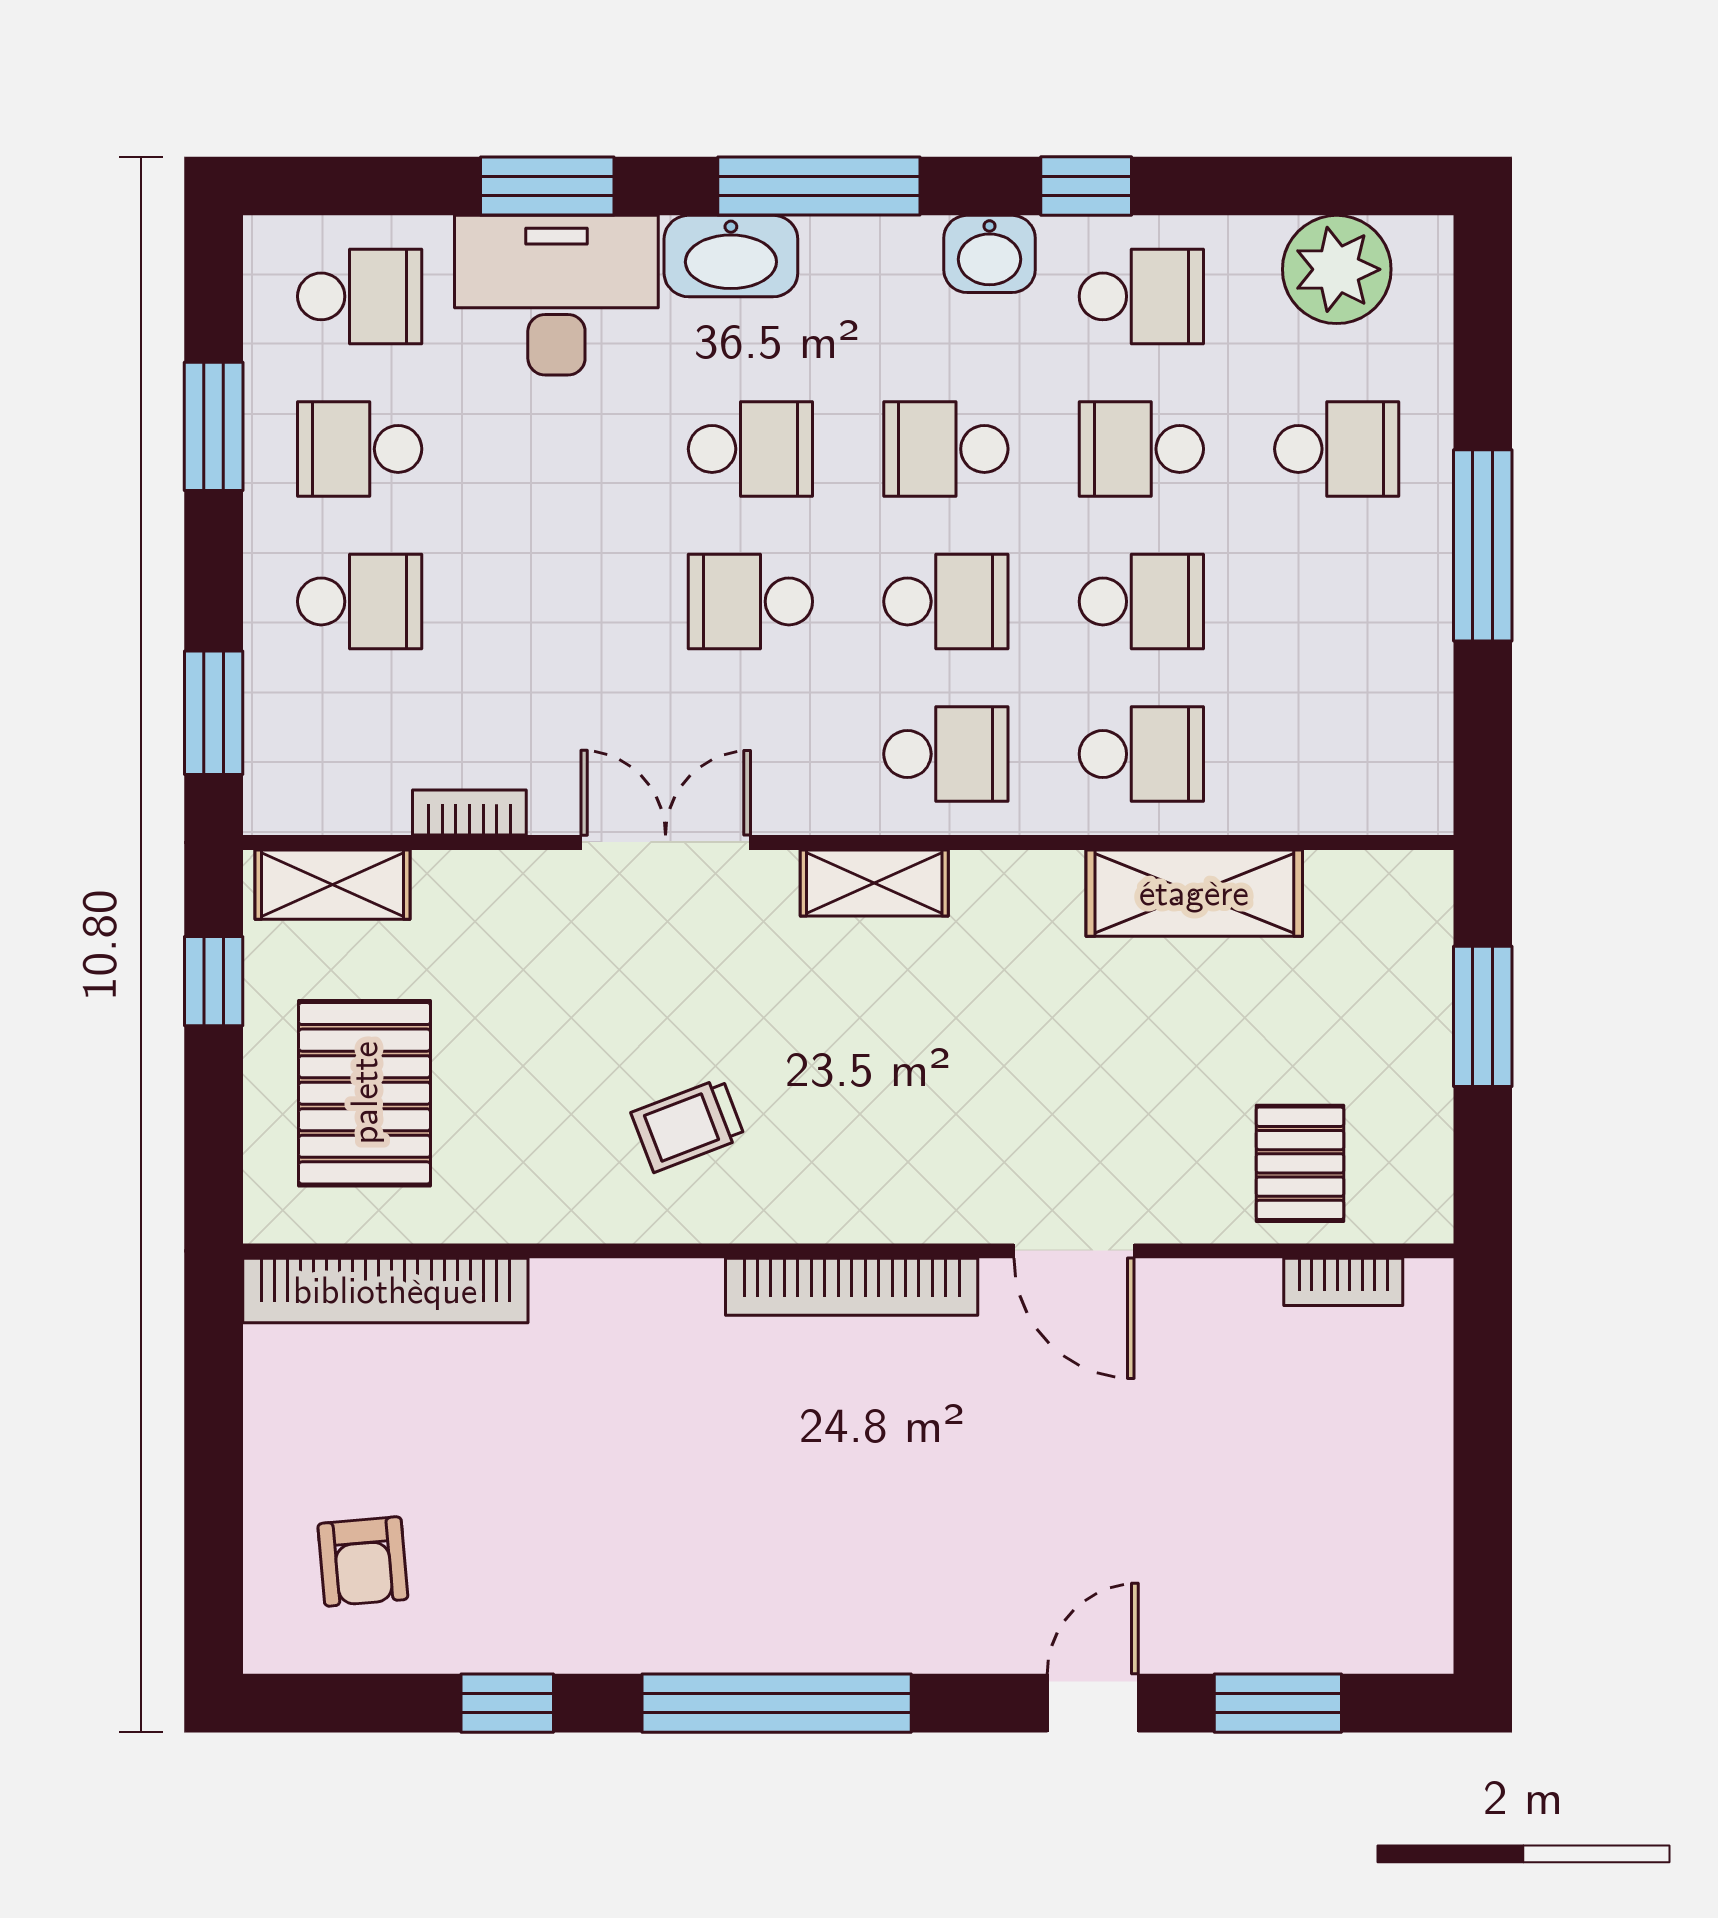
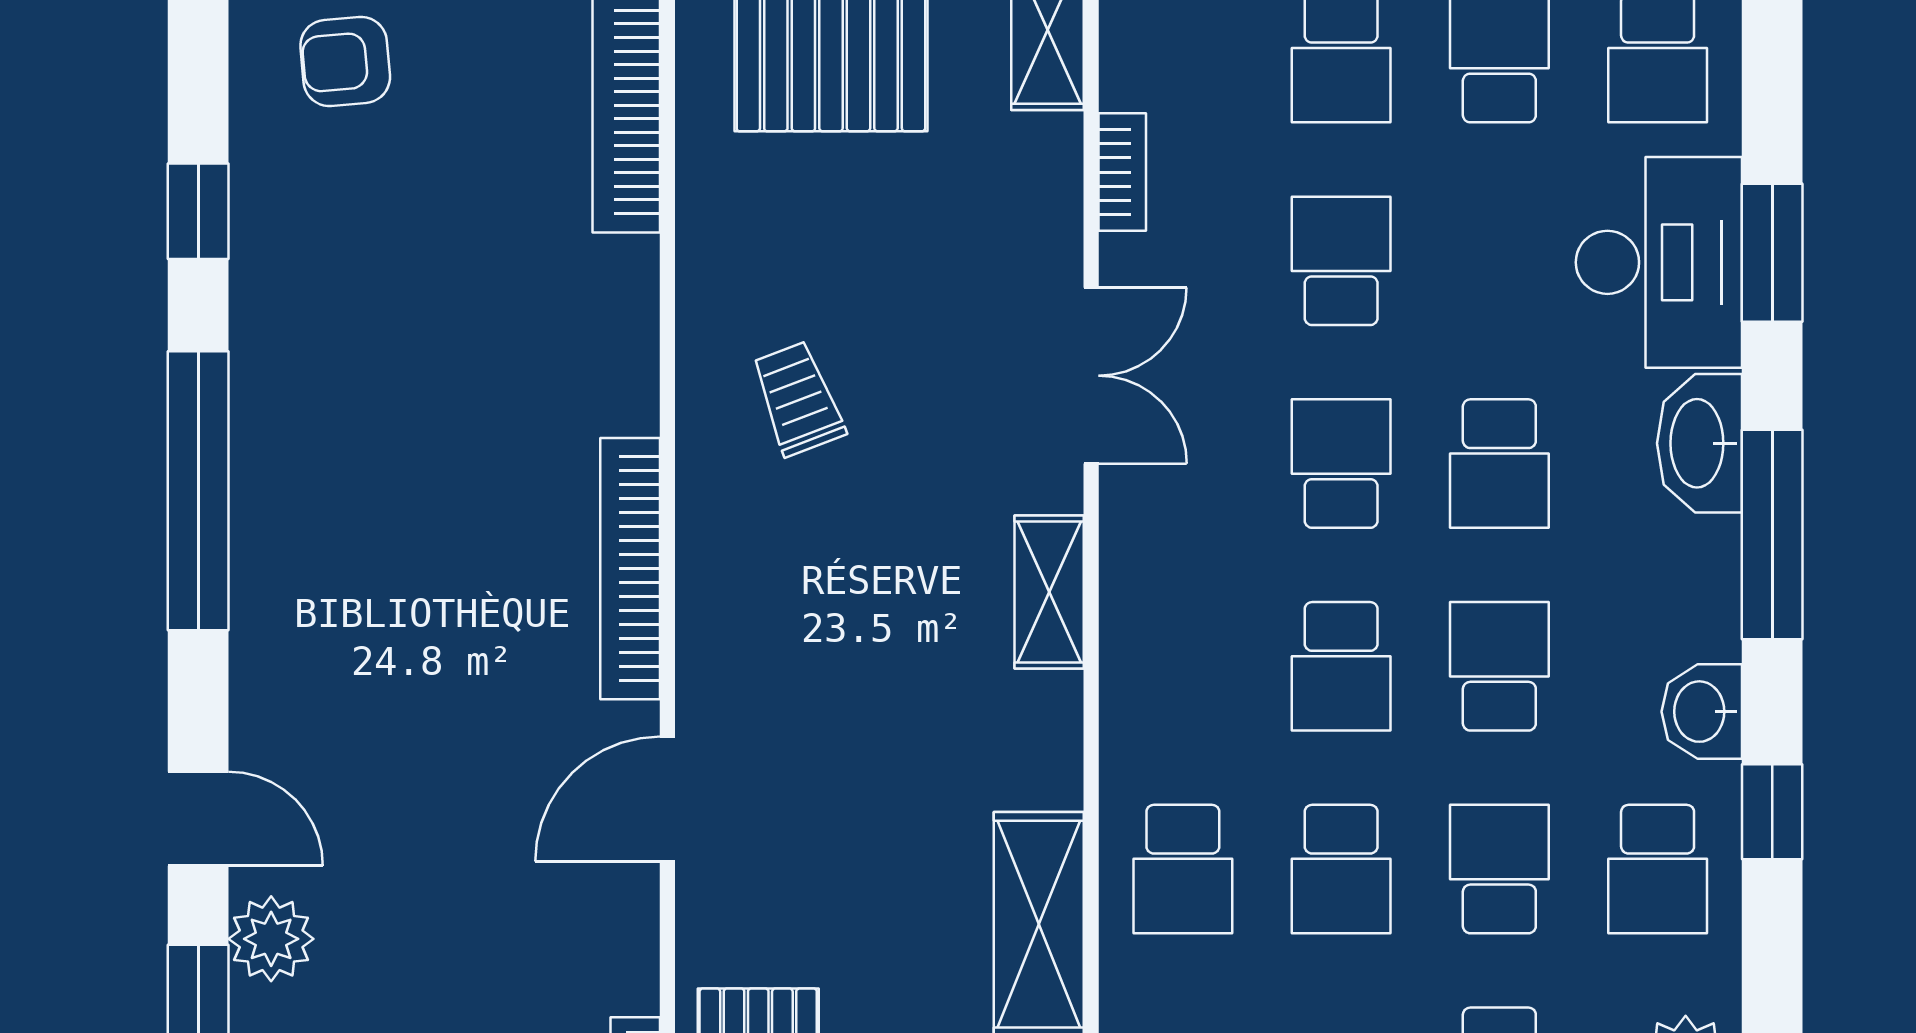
school desk: (946, 754) -> (1341, 261), moved, turned 180
plant: (1209, 1633) -> (271, 939), added

